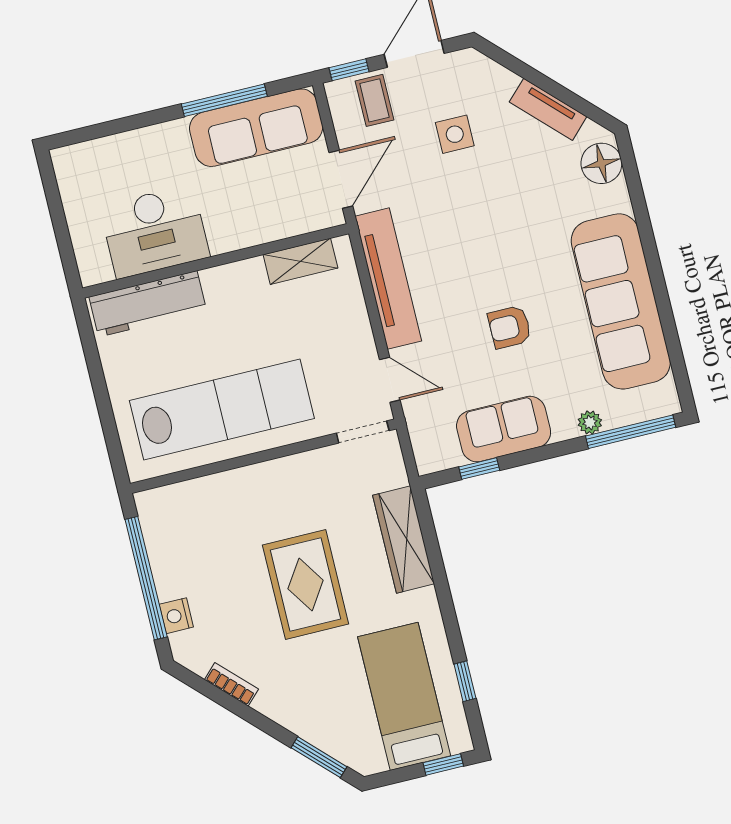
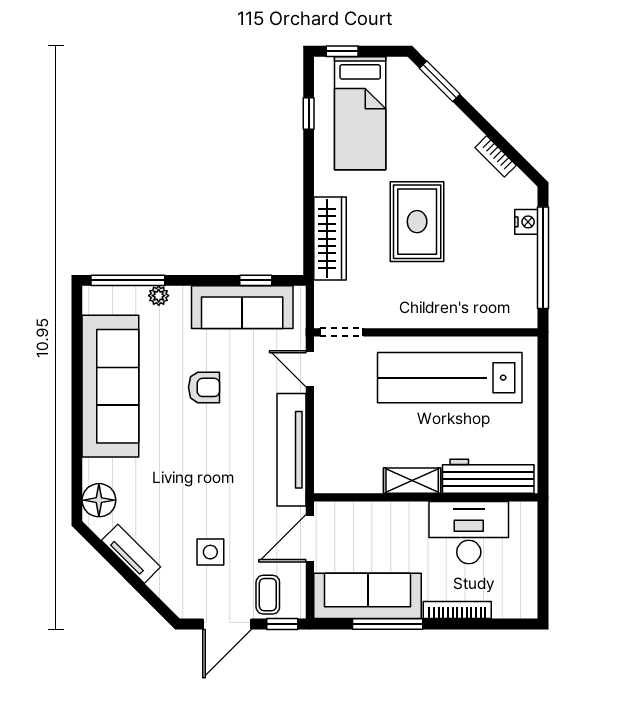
bookcase: (146, 137) -> (457, 610), added
shelving: (300, 261) -> (412, 481), moved
sofa: (504, 429) -> (242, 307), width x1.36

